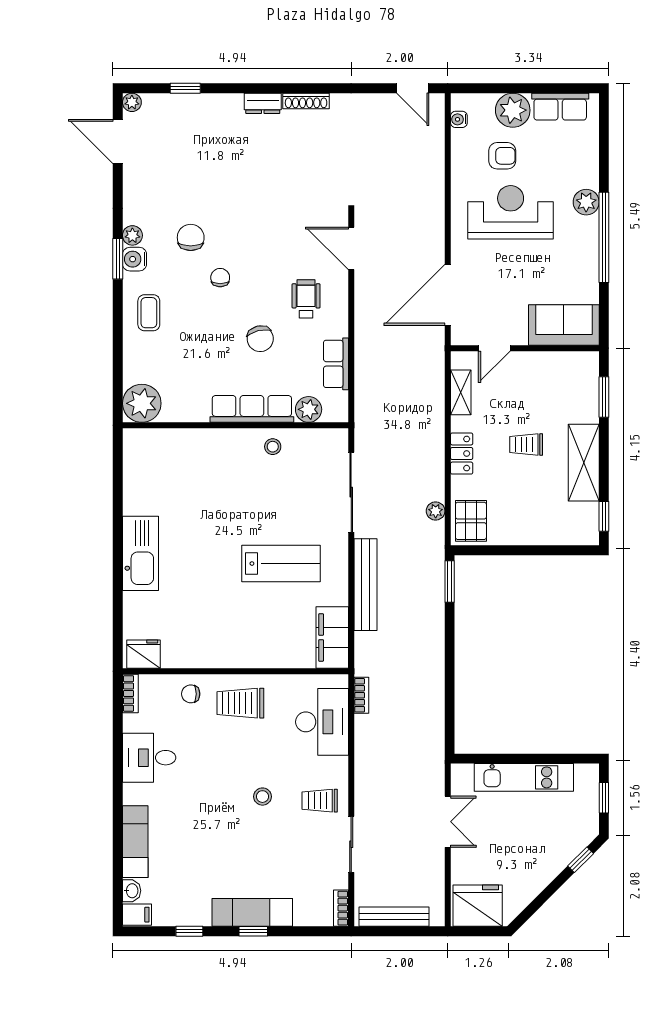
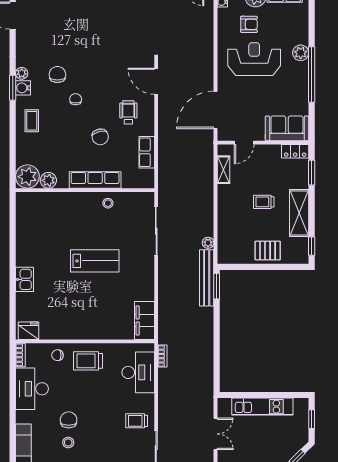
plant: (309, 409) -> (48, 180), moved
locker: (462, 454) -> (295, 151), moved, turned 90
pallet: (471, 521) -> (268, 251), moved, turned 90
kitchen sink: (141, 553) -> (24, 279), width x0.53, depth x0.81
lab bench: (281, 564) -> (95, 261), moved
bench: (366, 585) -> (207, 278), moved
desk: (149, 758) -> (32, 389), width x1.37
stool: (262, 797) -> (68, 442), moved
chair: (209, 799) -> (69, 420), added

